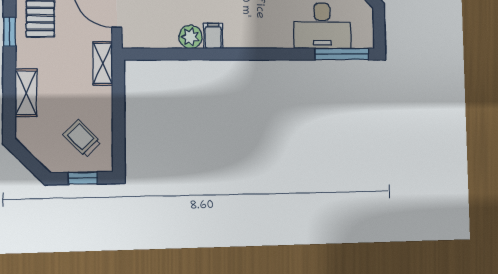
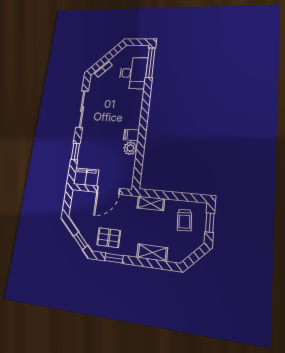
shelving: (103, 63) -> (151, 203), moved
trolley: (82, 139) -> (184, 220), turned -50

